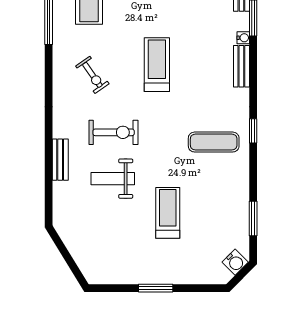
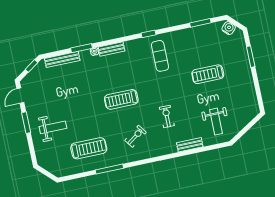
exercise bike: (114, 132) -> (167, 116), width x0.73, depth x0.72
weight bench: (113, 179) -> (216, 122), moved
window: (156, 288) -> (251, 57), moved

